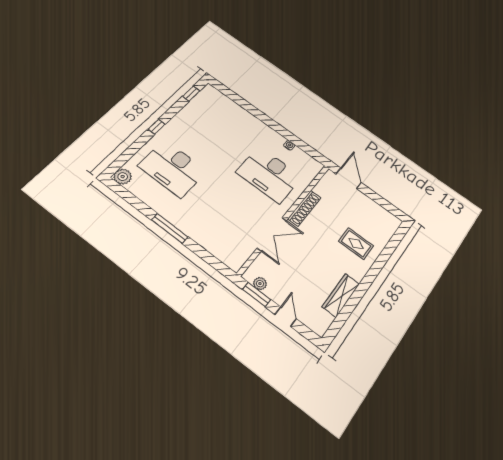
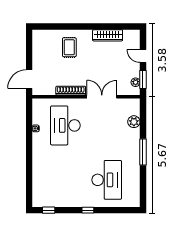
desk: (269, 174) -> (65, 125), turned 180
plant: (123, 177) -> (134, 122), moved
door: (286, 317) -> (143, 56), hinge flipped

